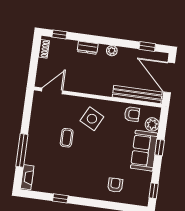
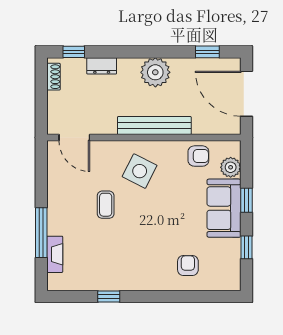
dresser: (88, 48) -> (102, 66), moved
plant: (112, 51) -> (155, 72), width x1.88, depth x1.88
door: (52, 91) -> (74, 138), swing flipped
bench: (137, 94) -> (154, 126), moved
fireplace: (27, 177) -> (55, 254), moved
window: (154, 191) -> (246, 247), moved

